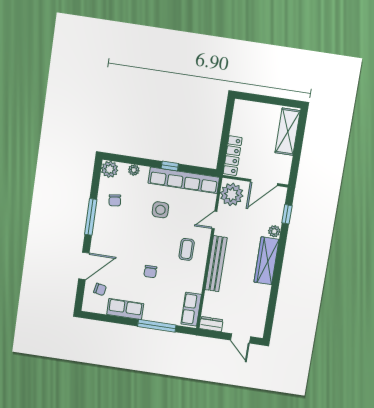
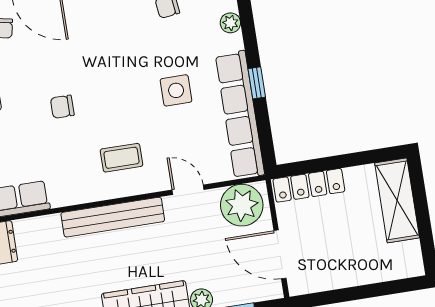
shelving: (288, 132) -> (397, 200), moved, turned 90

